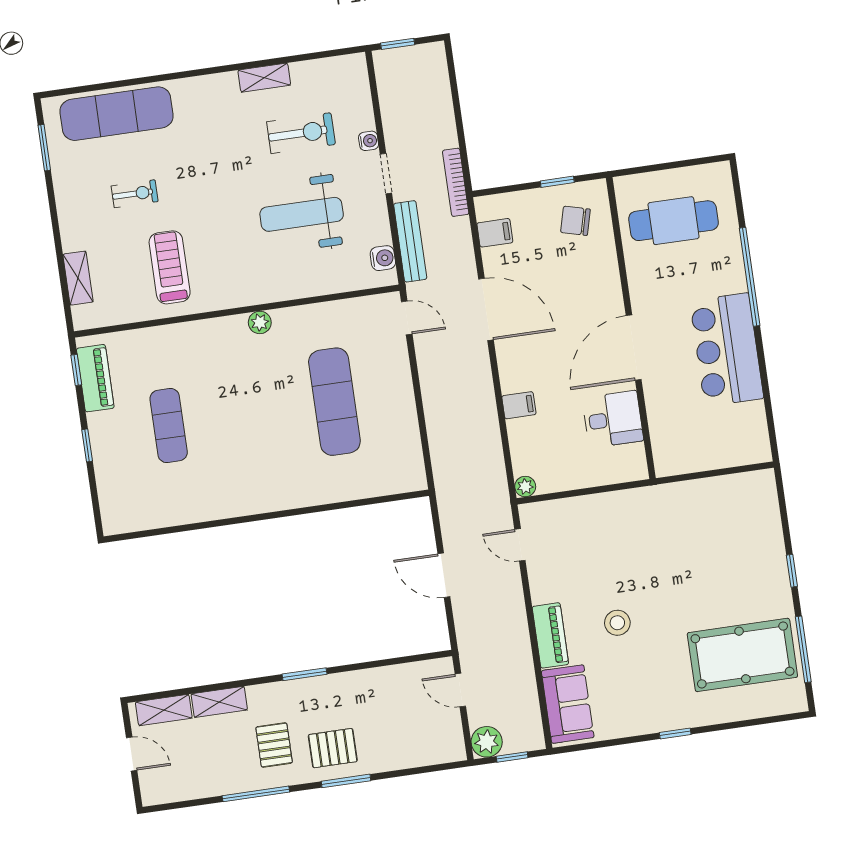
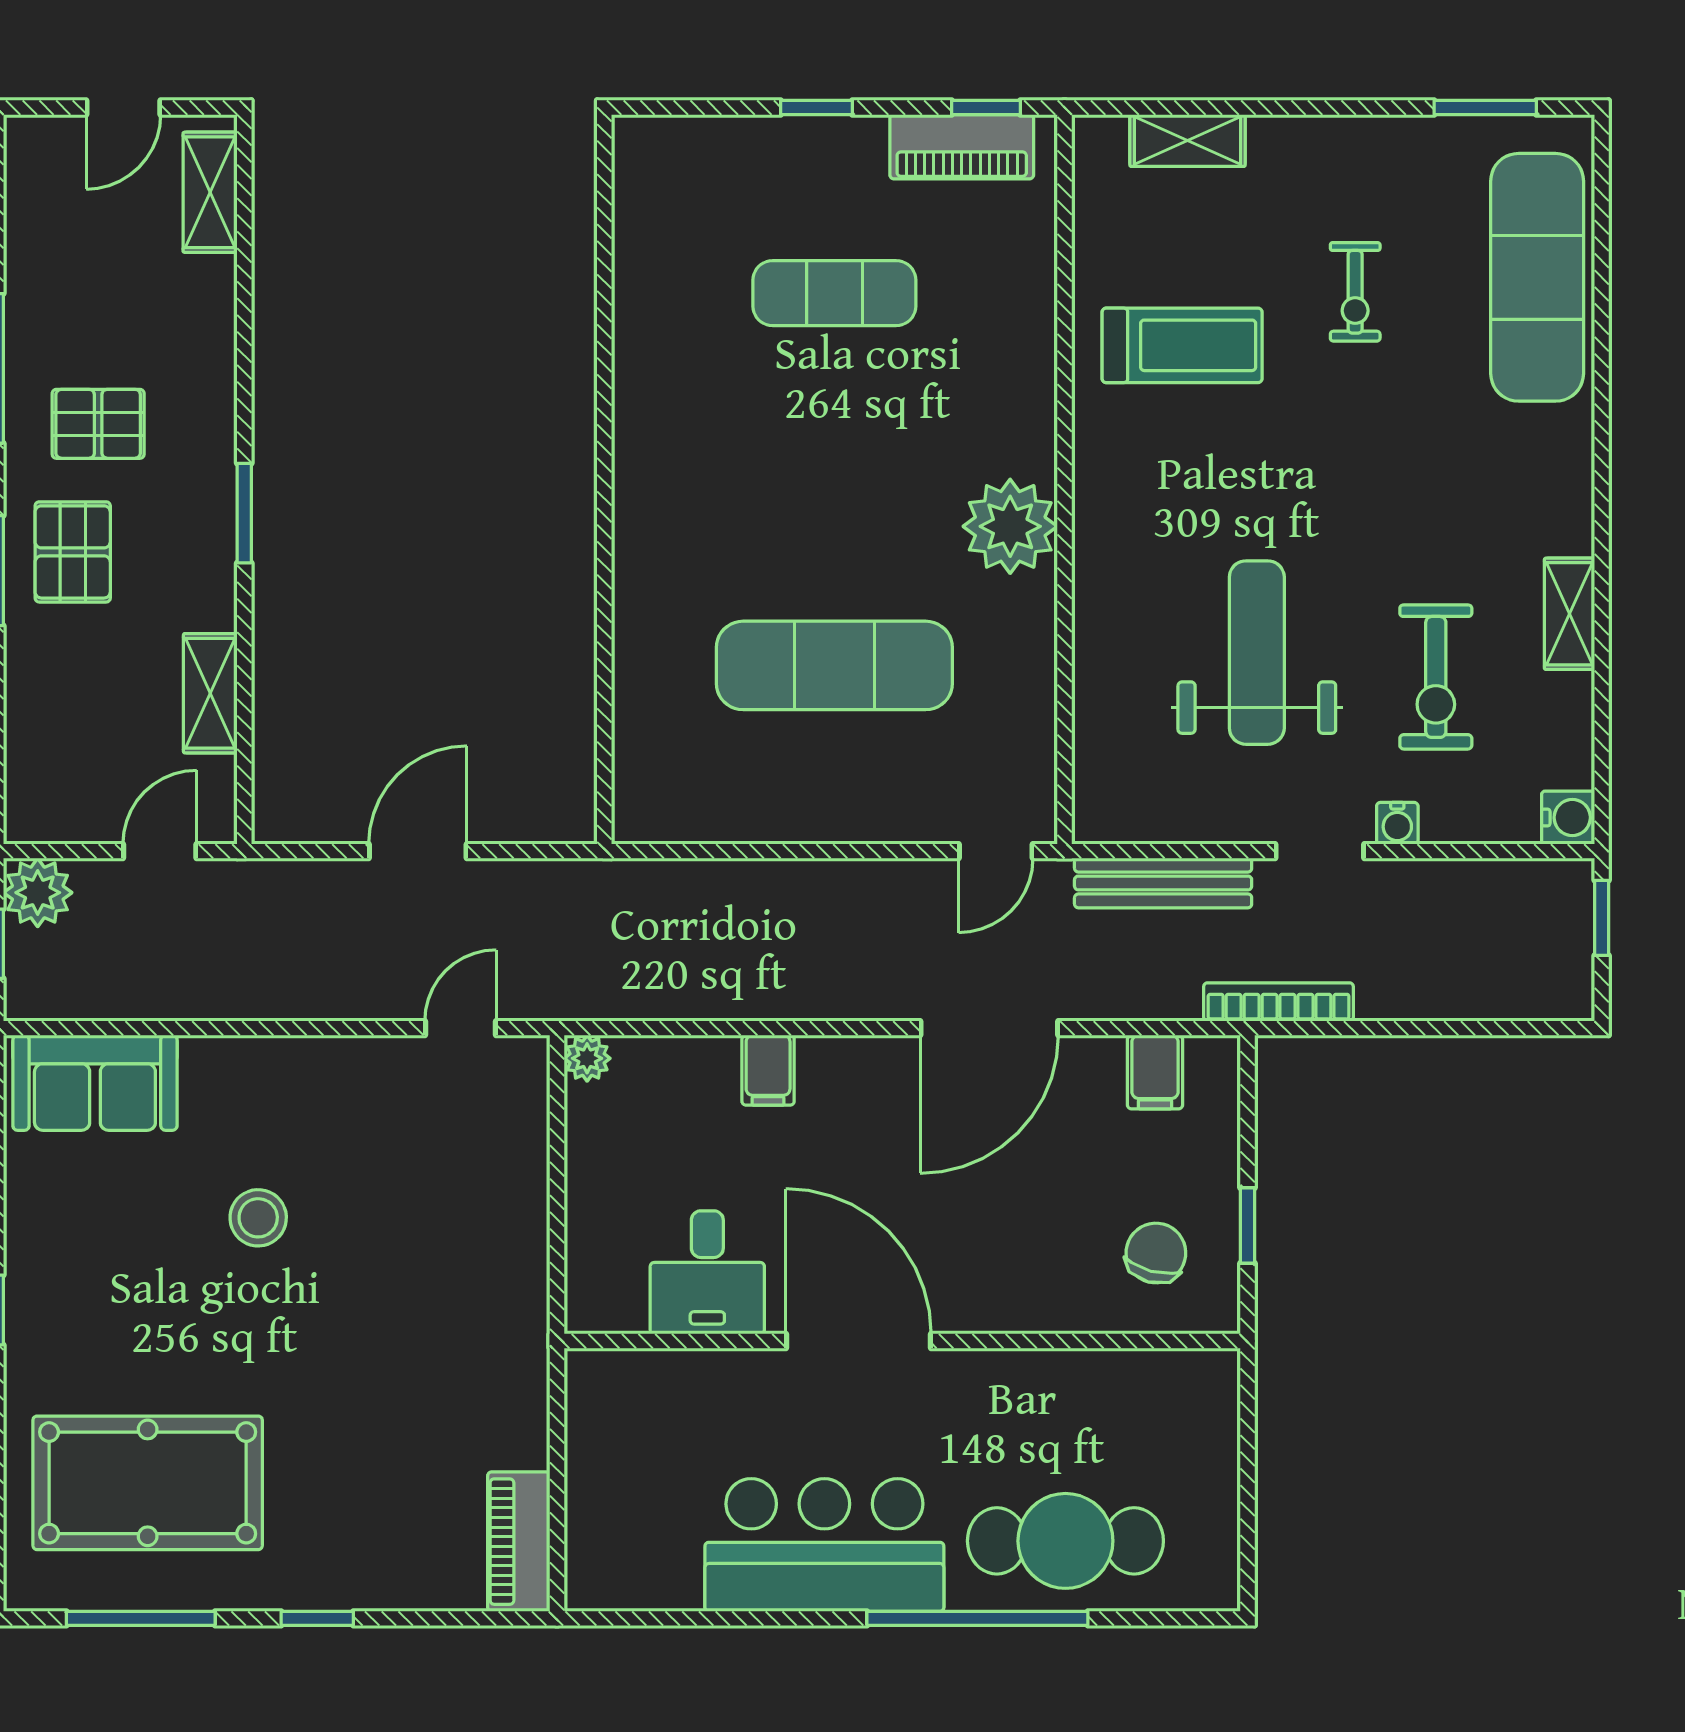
cafe table: (674, 221) -> (1065, 1541), moved, turned 90
water cooler: (383, 258) -> (1568, 818), moved, turned -90
plant: (260, 322) -> (1010, 526), width x1.88, depth x1.88
piano: (550, 635) -> (519, 1542), moved, turned 90
pool table: (742, 655) -> (148, 1483), turned 90
shelving: (219, 702) -> (210, 693), moved

